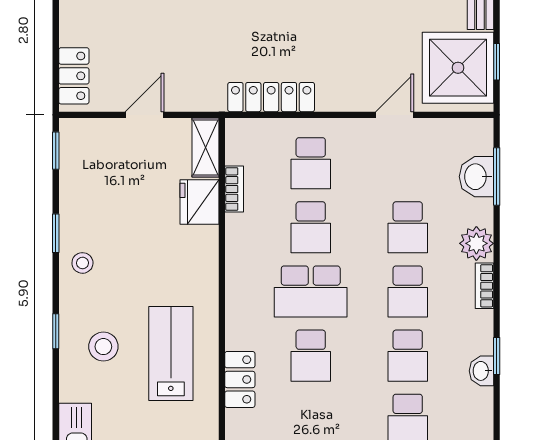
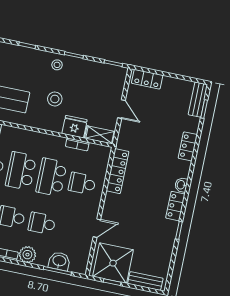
door: (395, 115) -> (97, 228), hinge flipped
school desk: (311, 227) -> (51, 177), width x1.85
stool: (103, 347) -> (55, 99), moved

